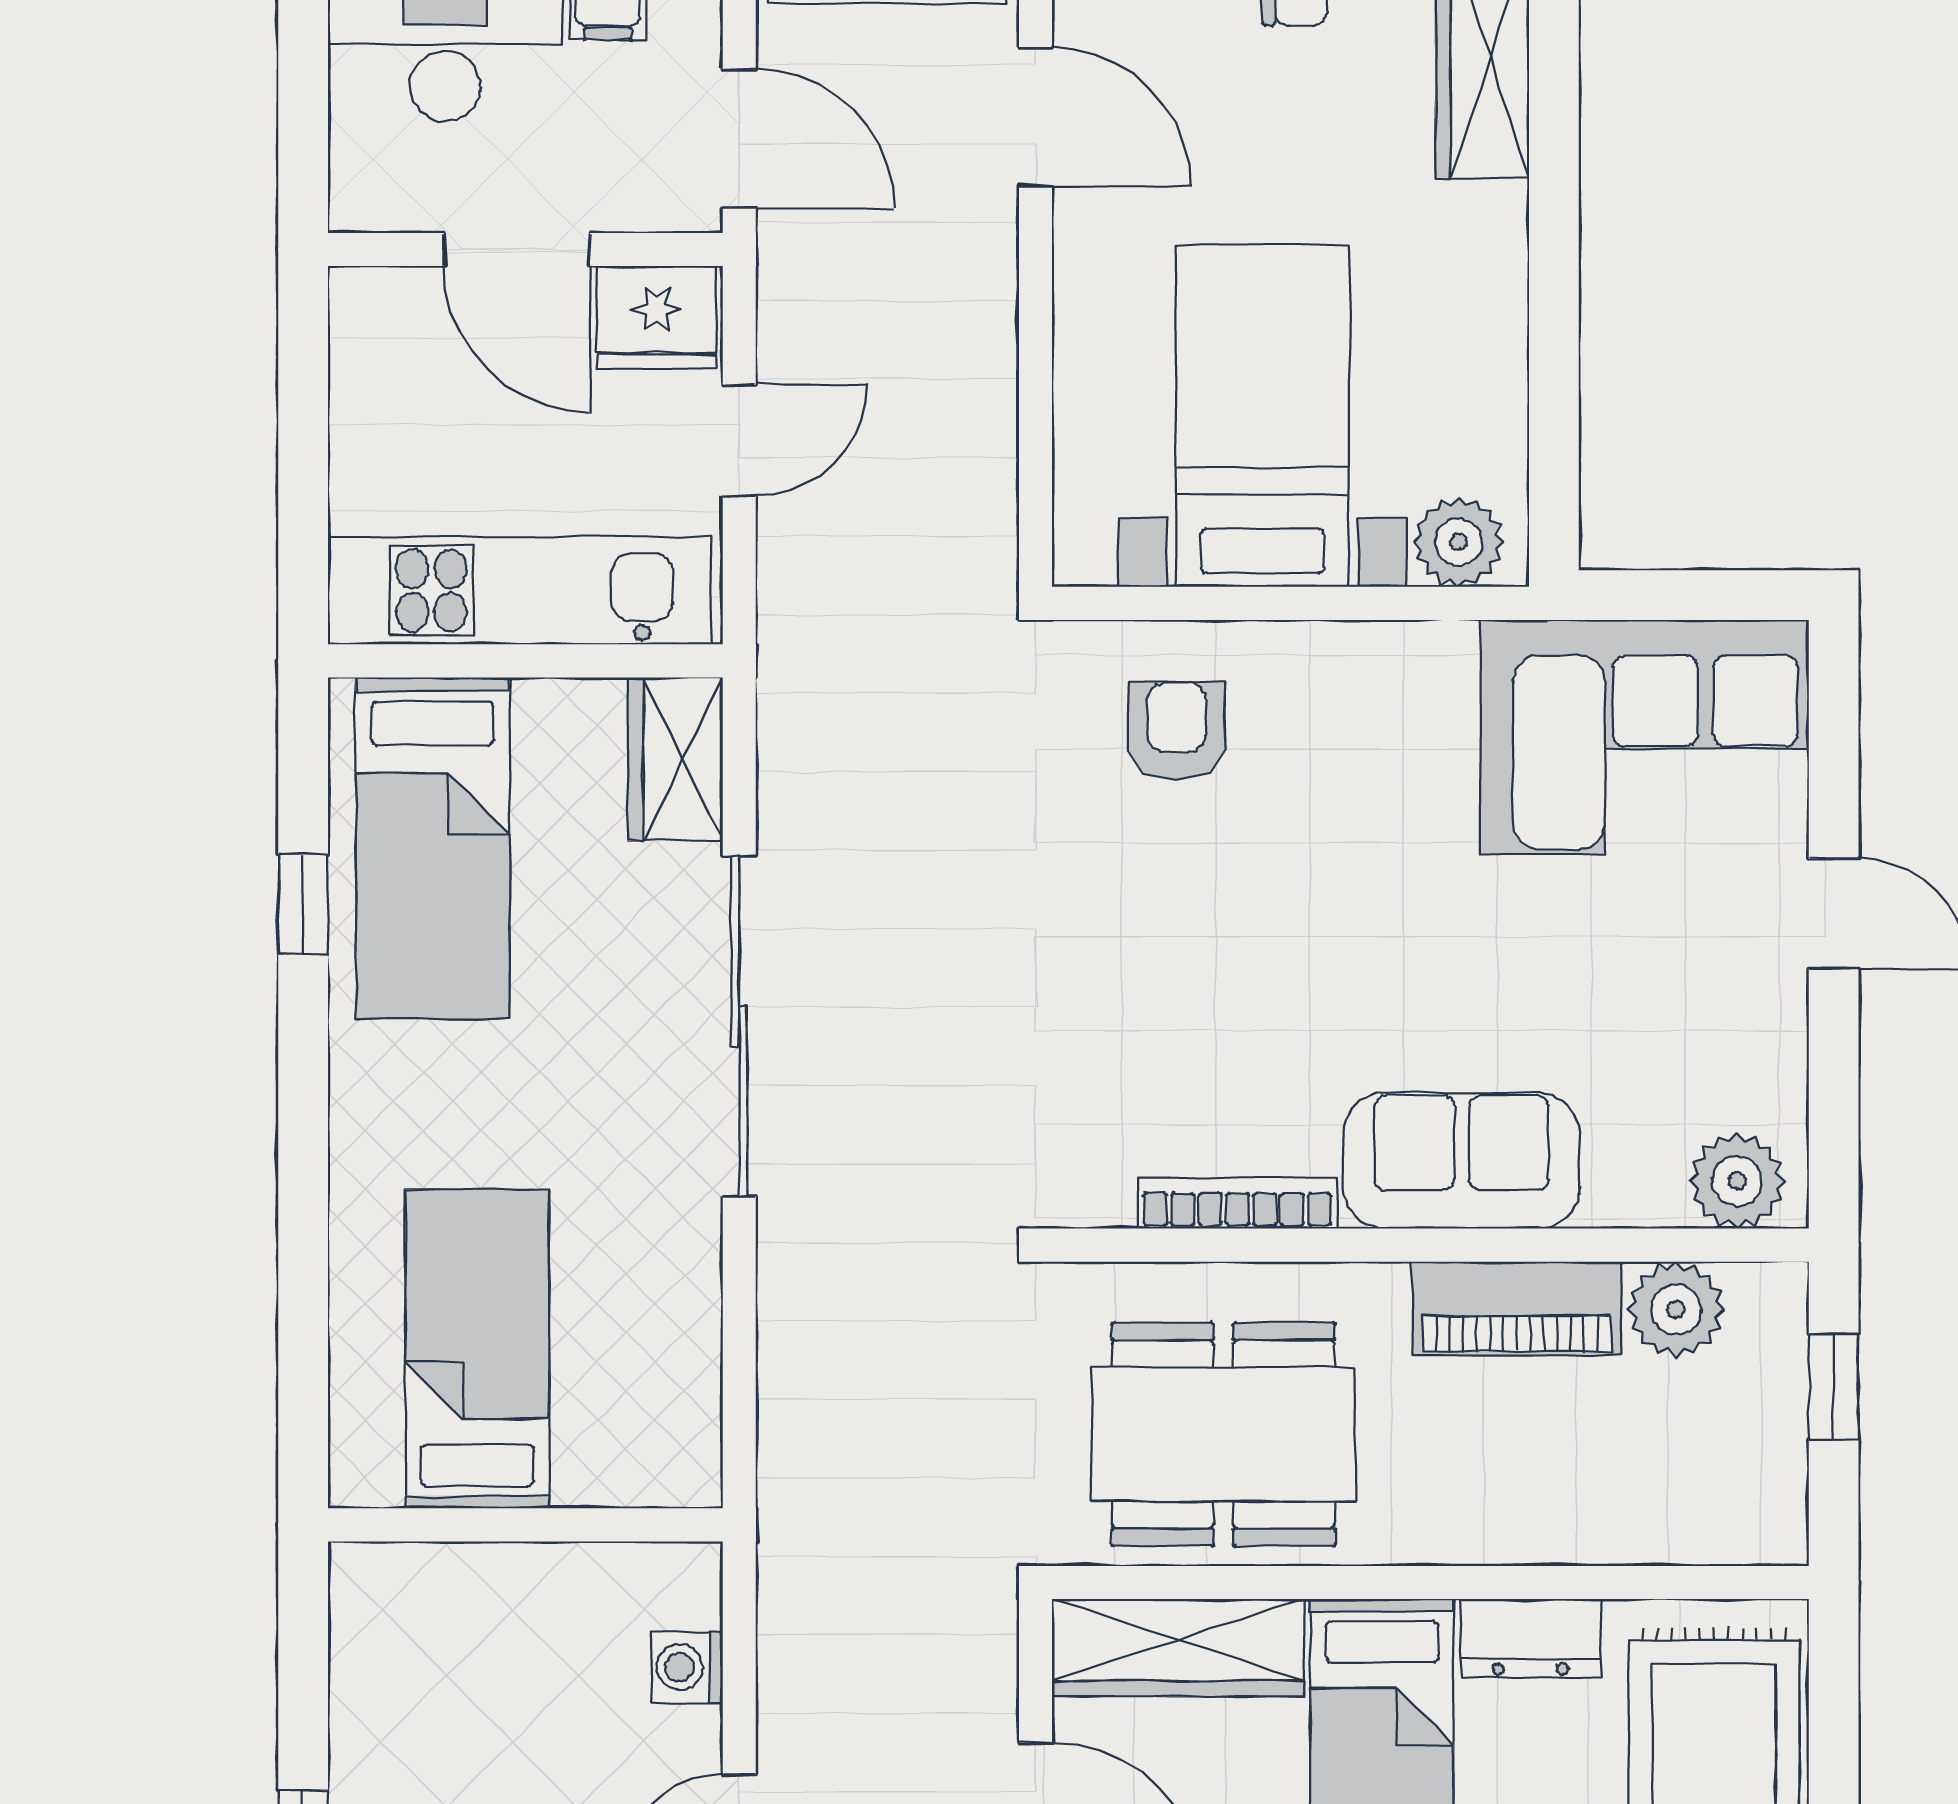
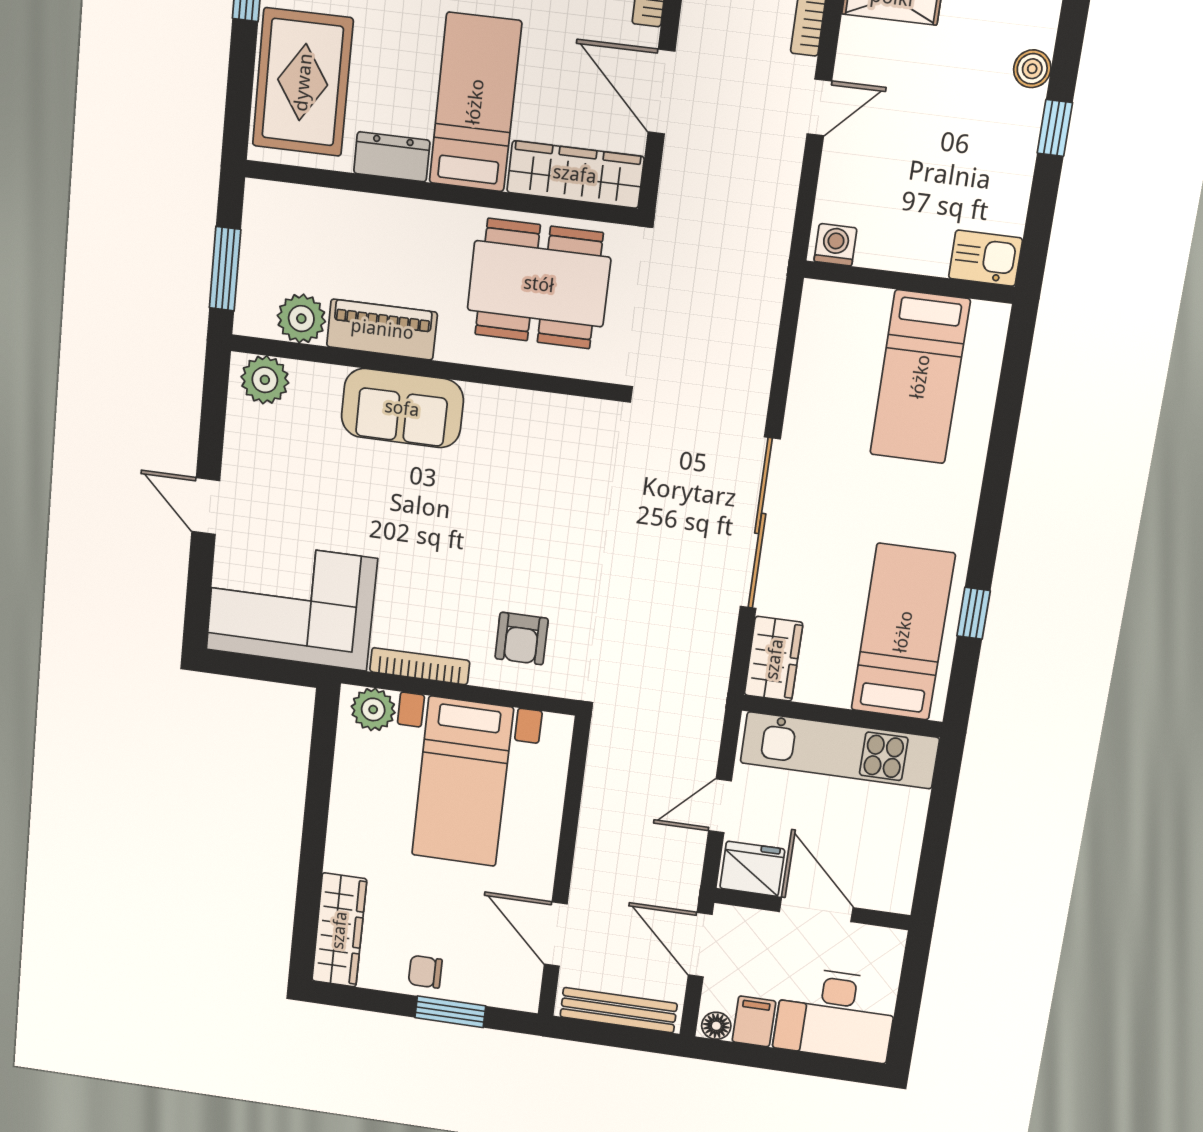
bookcase: (1238, 1203) -> (420, 666), moved, turned 180
window: (1834, 1387) -> (225, 269), width x1.50
kitchen sink: (391, 1587) -> (985, 258), added
washing machine: (687, 1667) -> (835, 245), moved, turned -90

